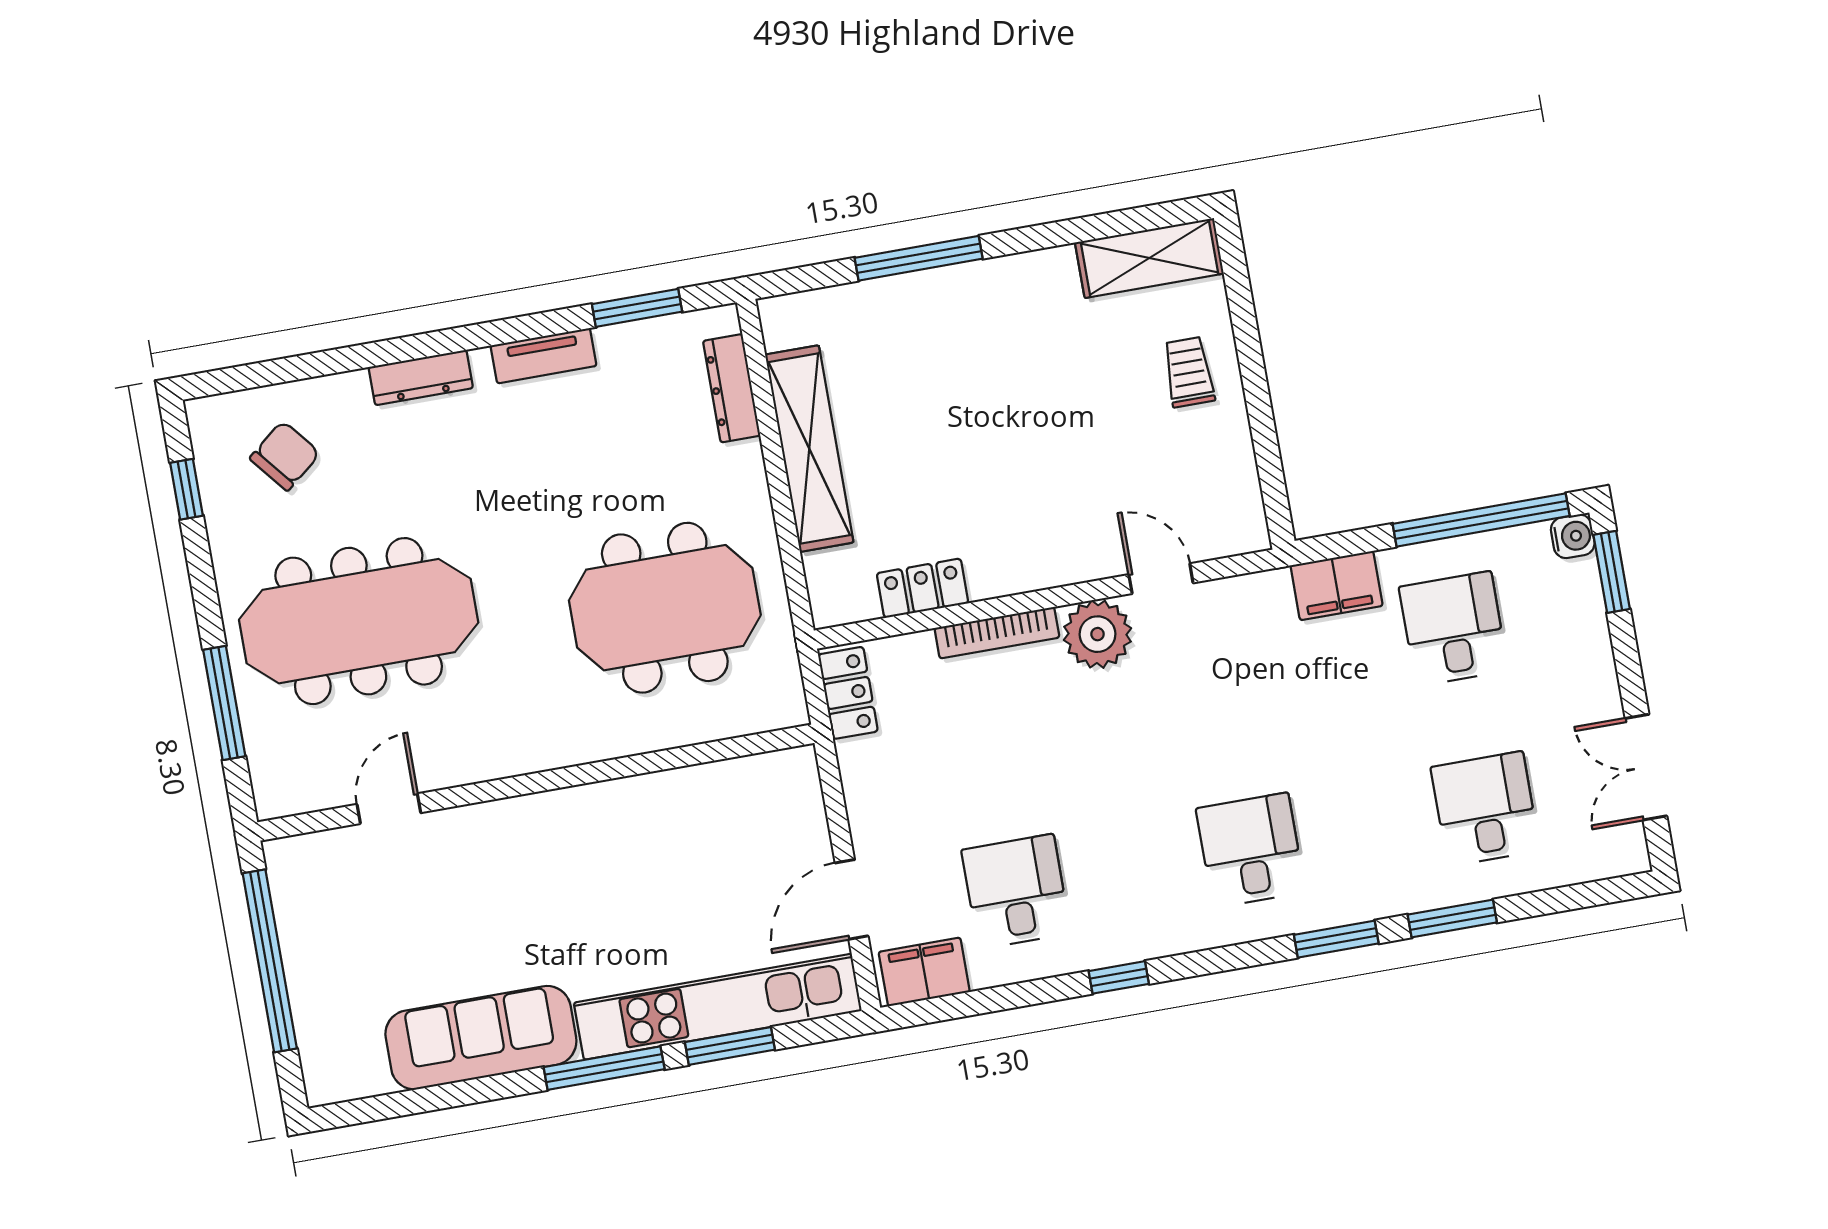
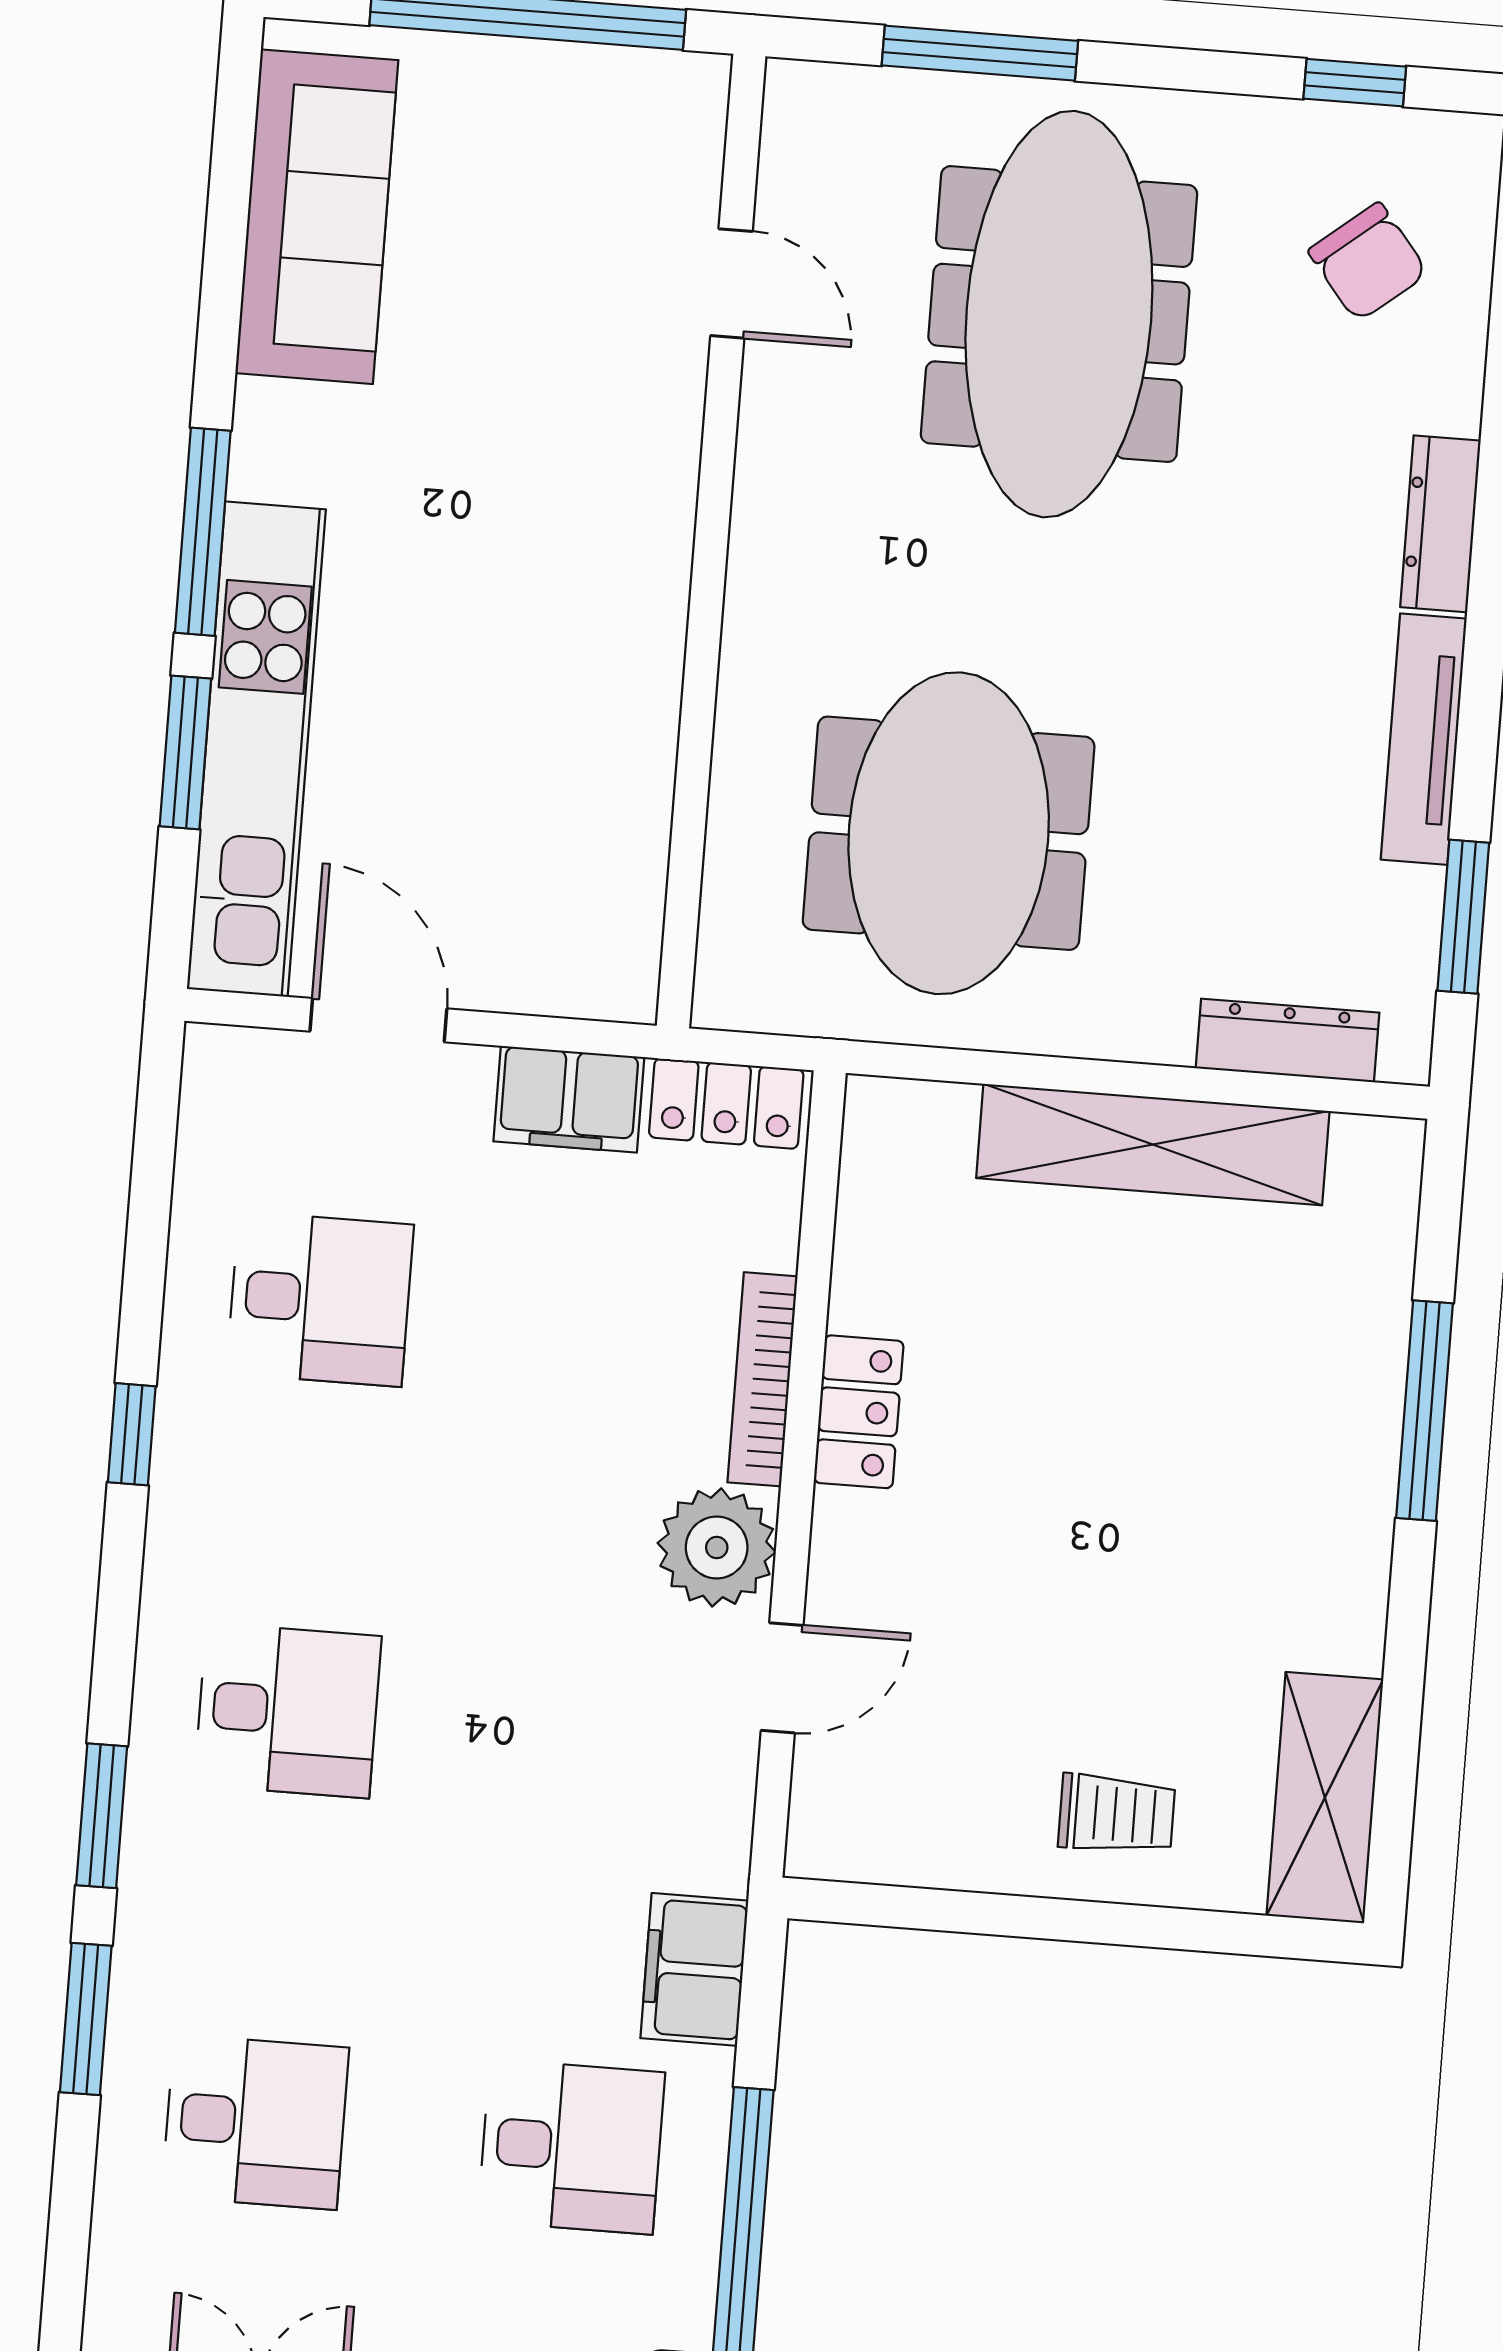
tv unit: (543, 356) -> (1424, 739), width x1.41
locker: (923, 588) -> (859, 1412), moved
filing cabinet: (924, 972) -> (569, 1099), moved, turned 90
sofa: (481, 1038) -> (317, 217), moved

